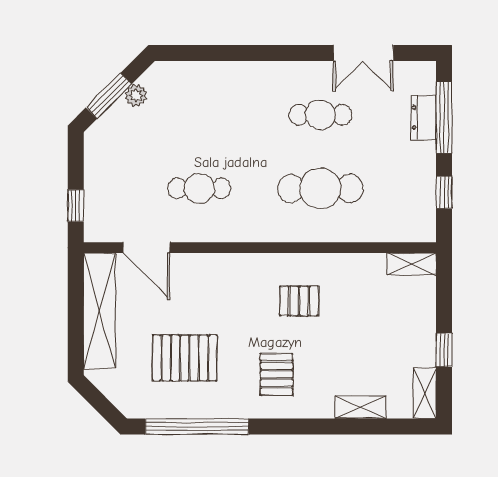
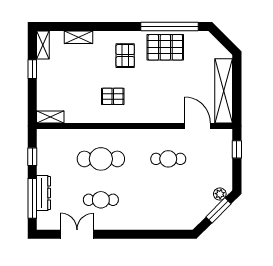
plant: (136, 96) -> (220, 194), moved
dresser: (424, 117) -> (43, 193), width x1.44
pallet: (185, 358) -> (165, 47), moved

